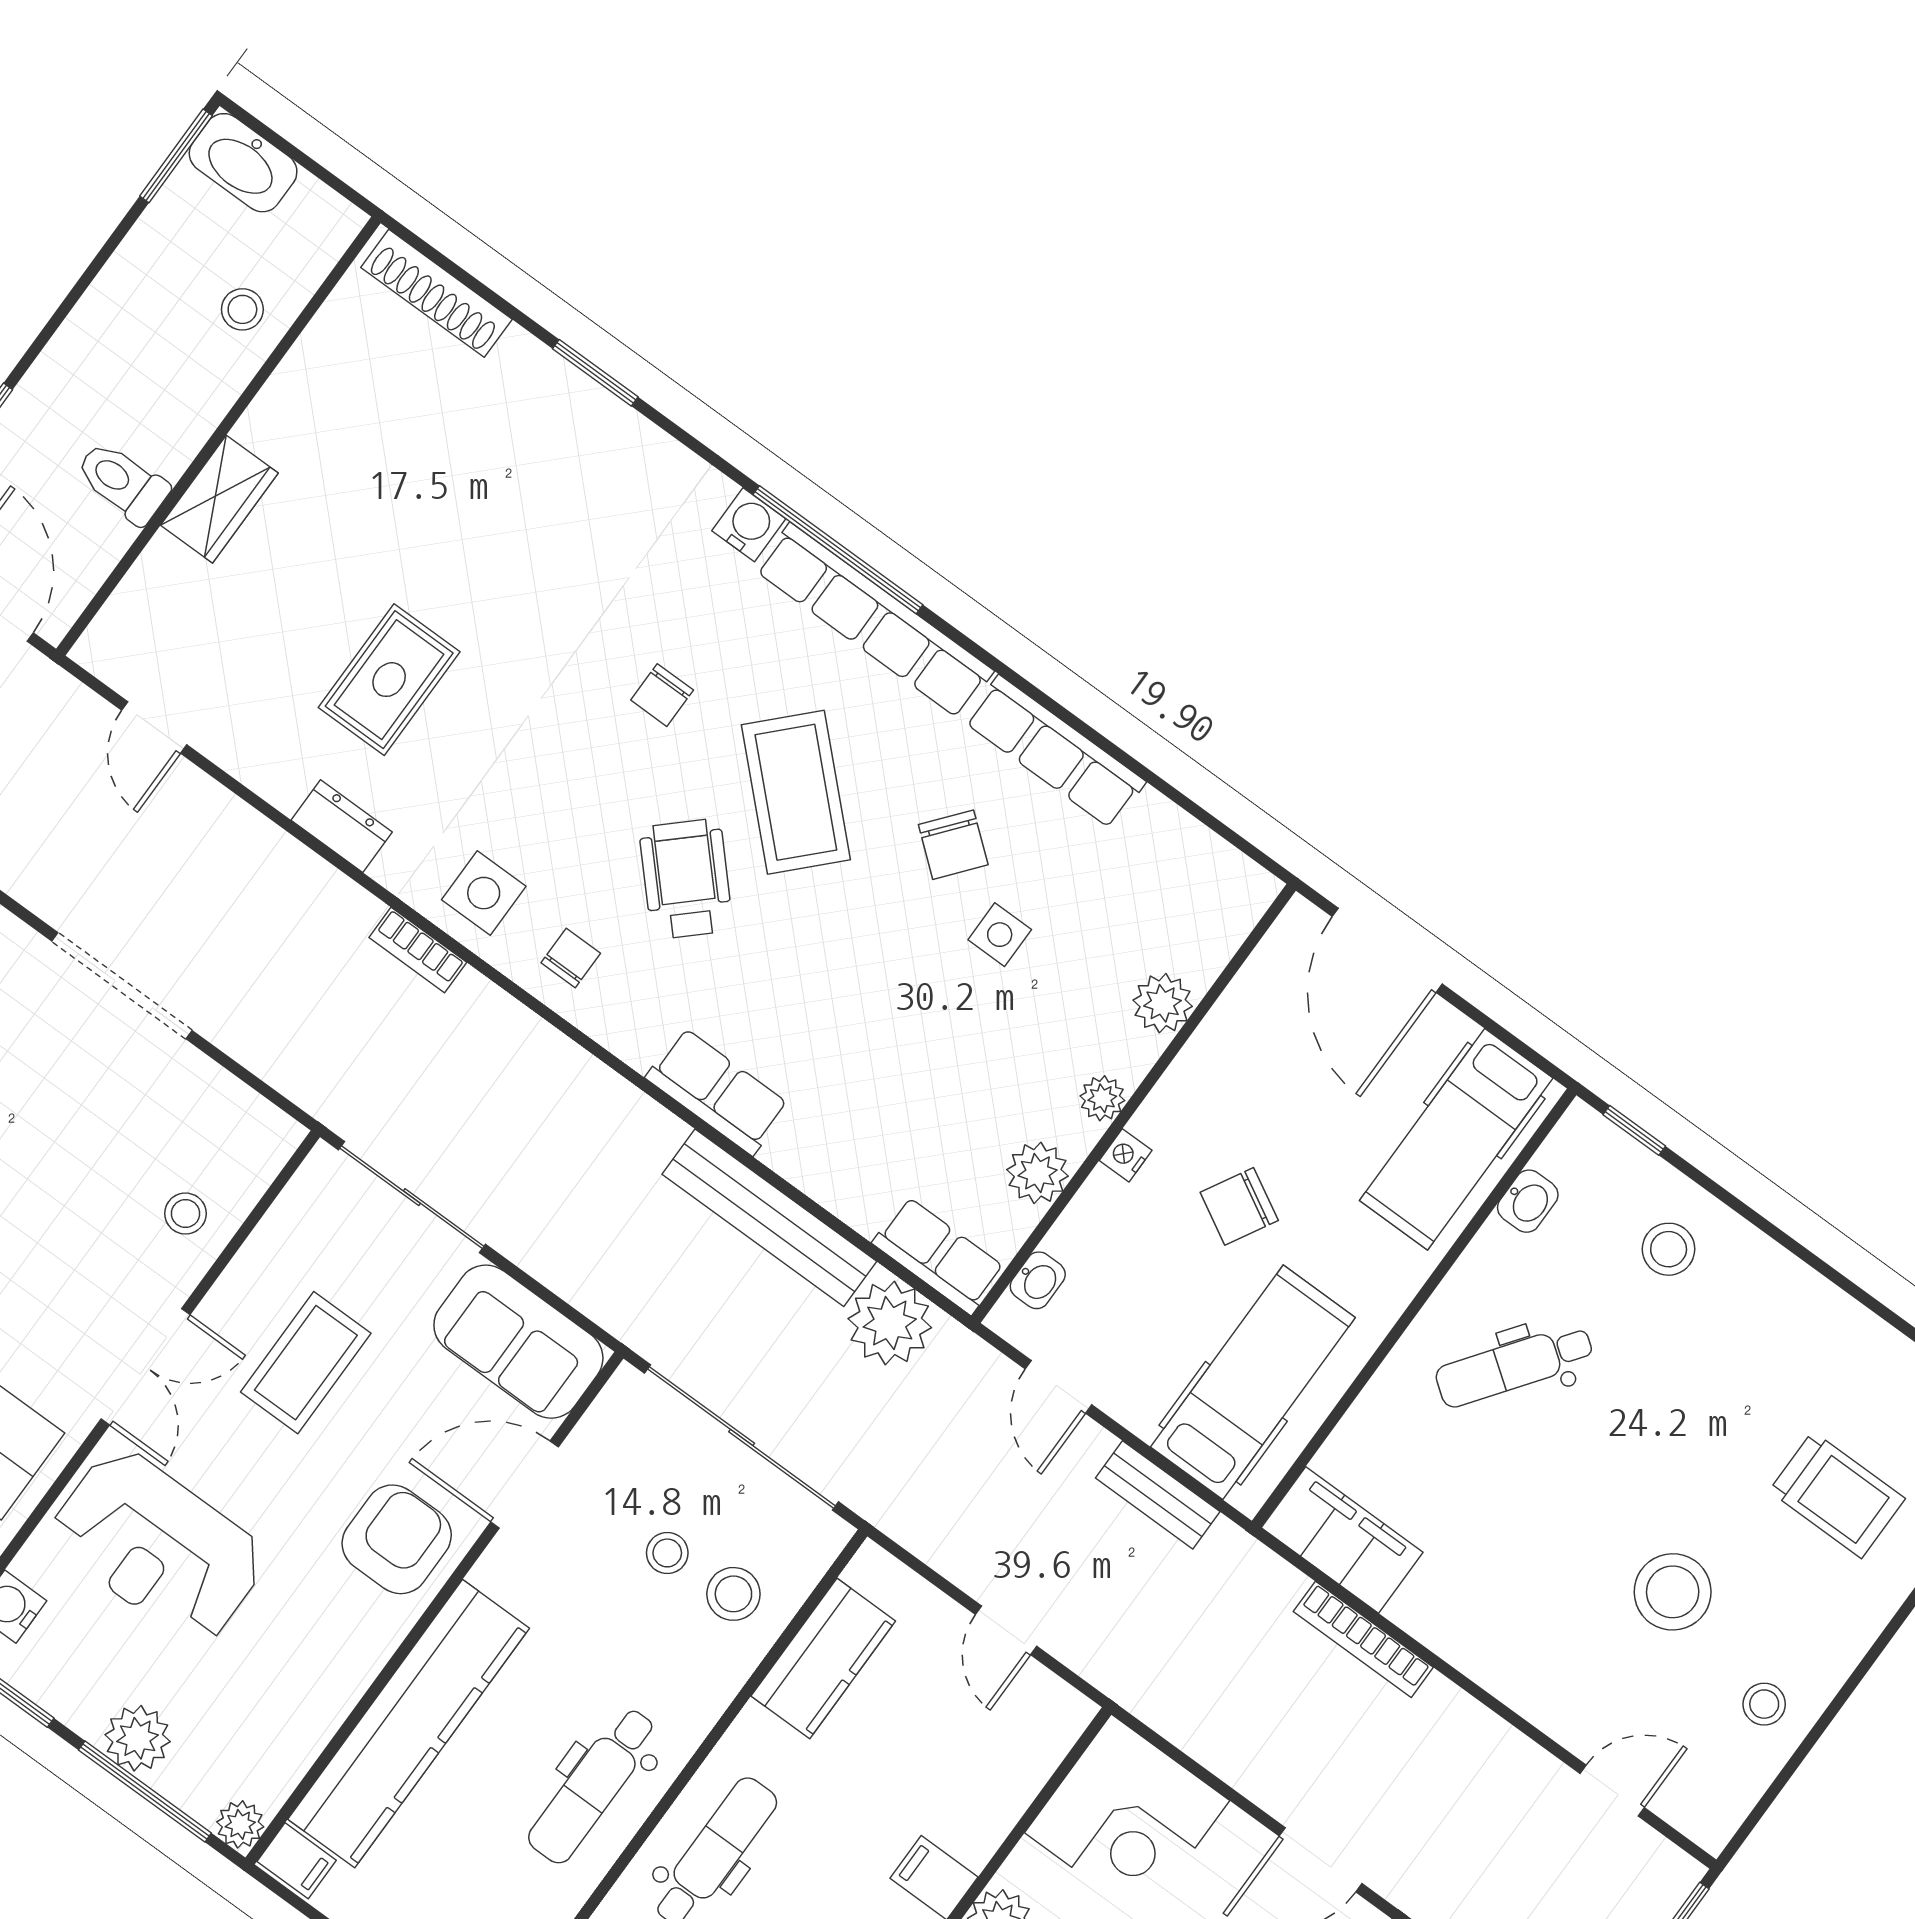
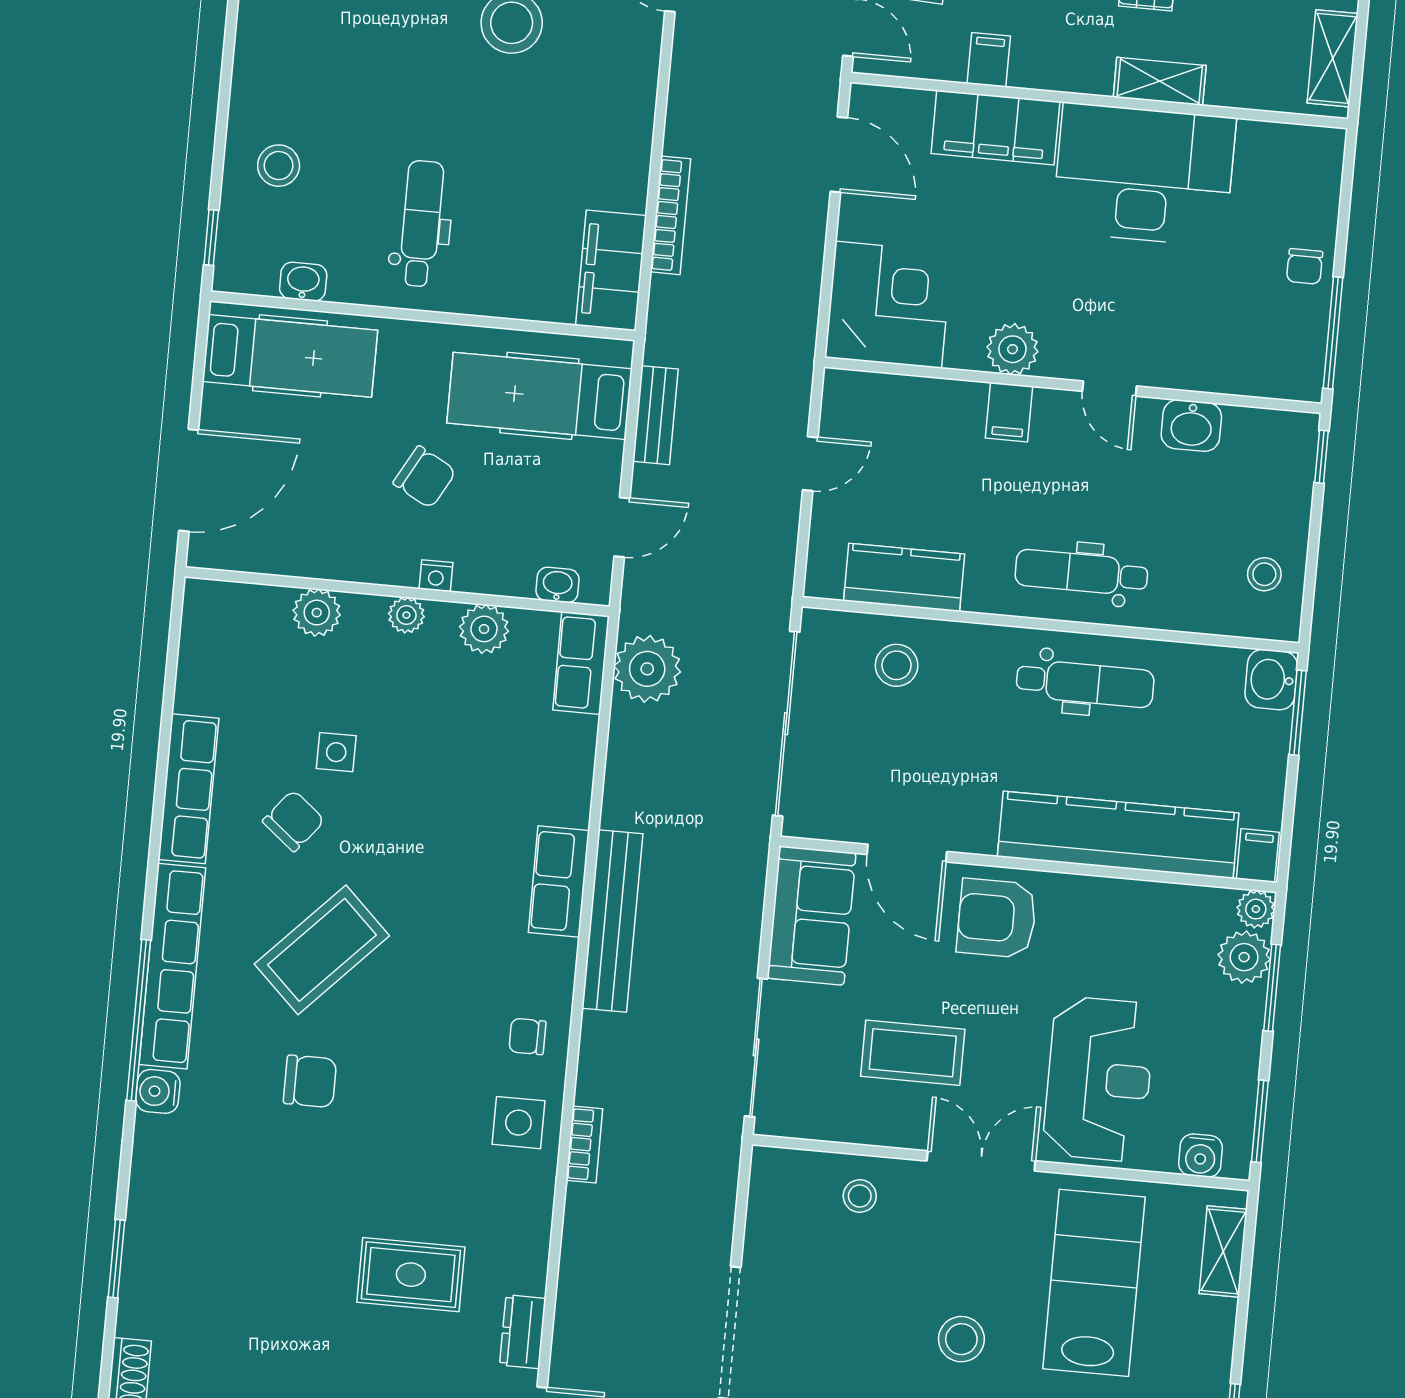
chair: (662, 695) -> (310, 1081), width x1.37, depth x1.37
dresser: (342, 826) -> (523, 1332), moved
wheelchair: (686, 879) -> (426, 990), removed
bench: (769, 1218) -> (612, 921), moved
dental chair: (1514, 1366) -> (421, 224), turned -126
stool: (667, 1553) -> (896, 727), removed
plant: (138, 1738) -> (1244, 957), moved
window: (145, 1791) -> (1272, 988), width x0.69

